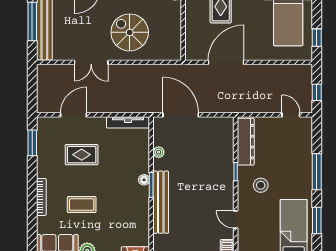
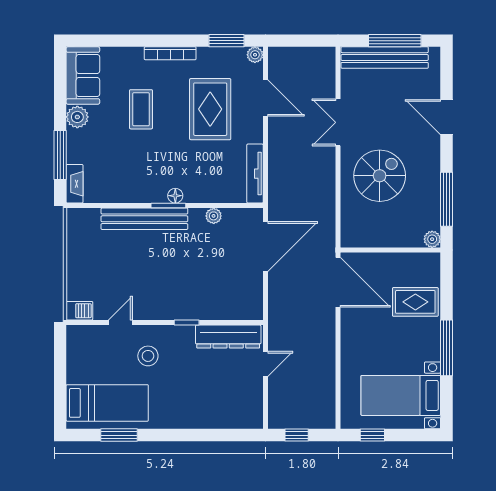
door: (226, 62) -> (338, 282), moved
door: (291, 115) -> (265, 364), moved
plant: (42, 122) -> (255, 55), added
rug: (82, 155) -> (210, 109), width x1.36, depth x1.43
window: (317, 172) -> (186, 435), removed
stool: (261, 185) -> (148, 356), moved
bookcase: (41, 197) -> (170, 53), moved

